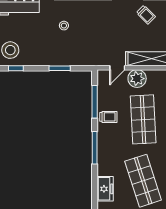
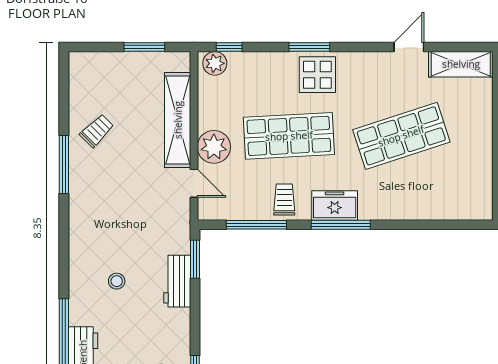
workbench: (64, 59) -> (177, 281), added
window: (60, 68) -> (195, 259), moved
freezer: (105, 189) -> (335, 206), moved

